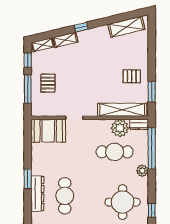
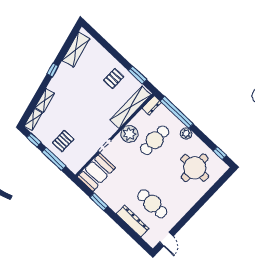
window: (81, 27) -> (53, 70), moved
pallet: (48, 83) -> (63, 141), turned 90
plant: (120, 128) -> (129, 134), moved
window: (28, 179) -> (99, 202), moved

